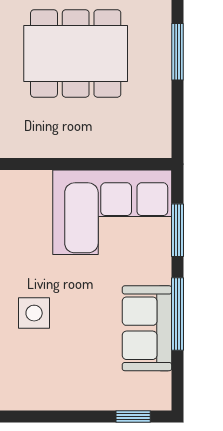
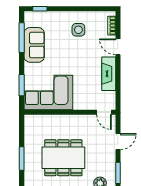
side table: (34, 313) -> (78, 30), moved
window: (177, 314) -> (22, 38), moved

